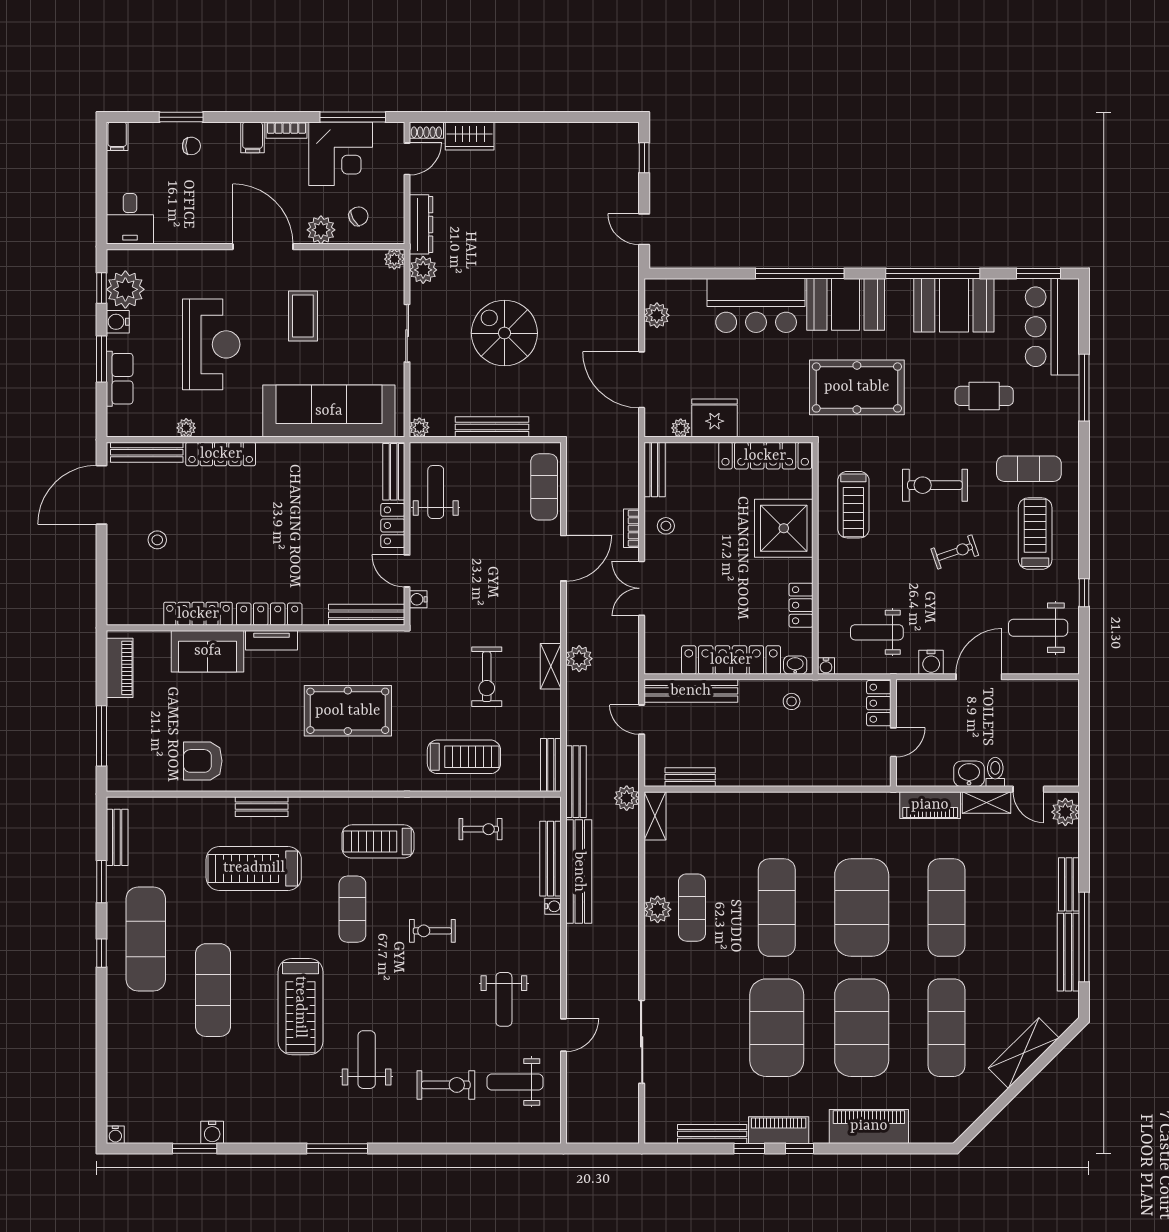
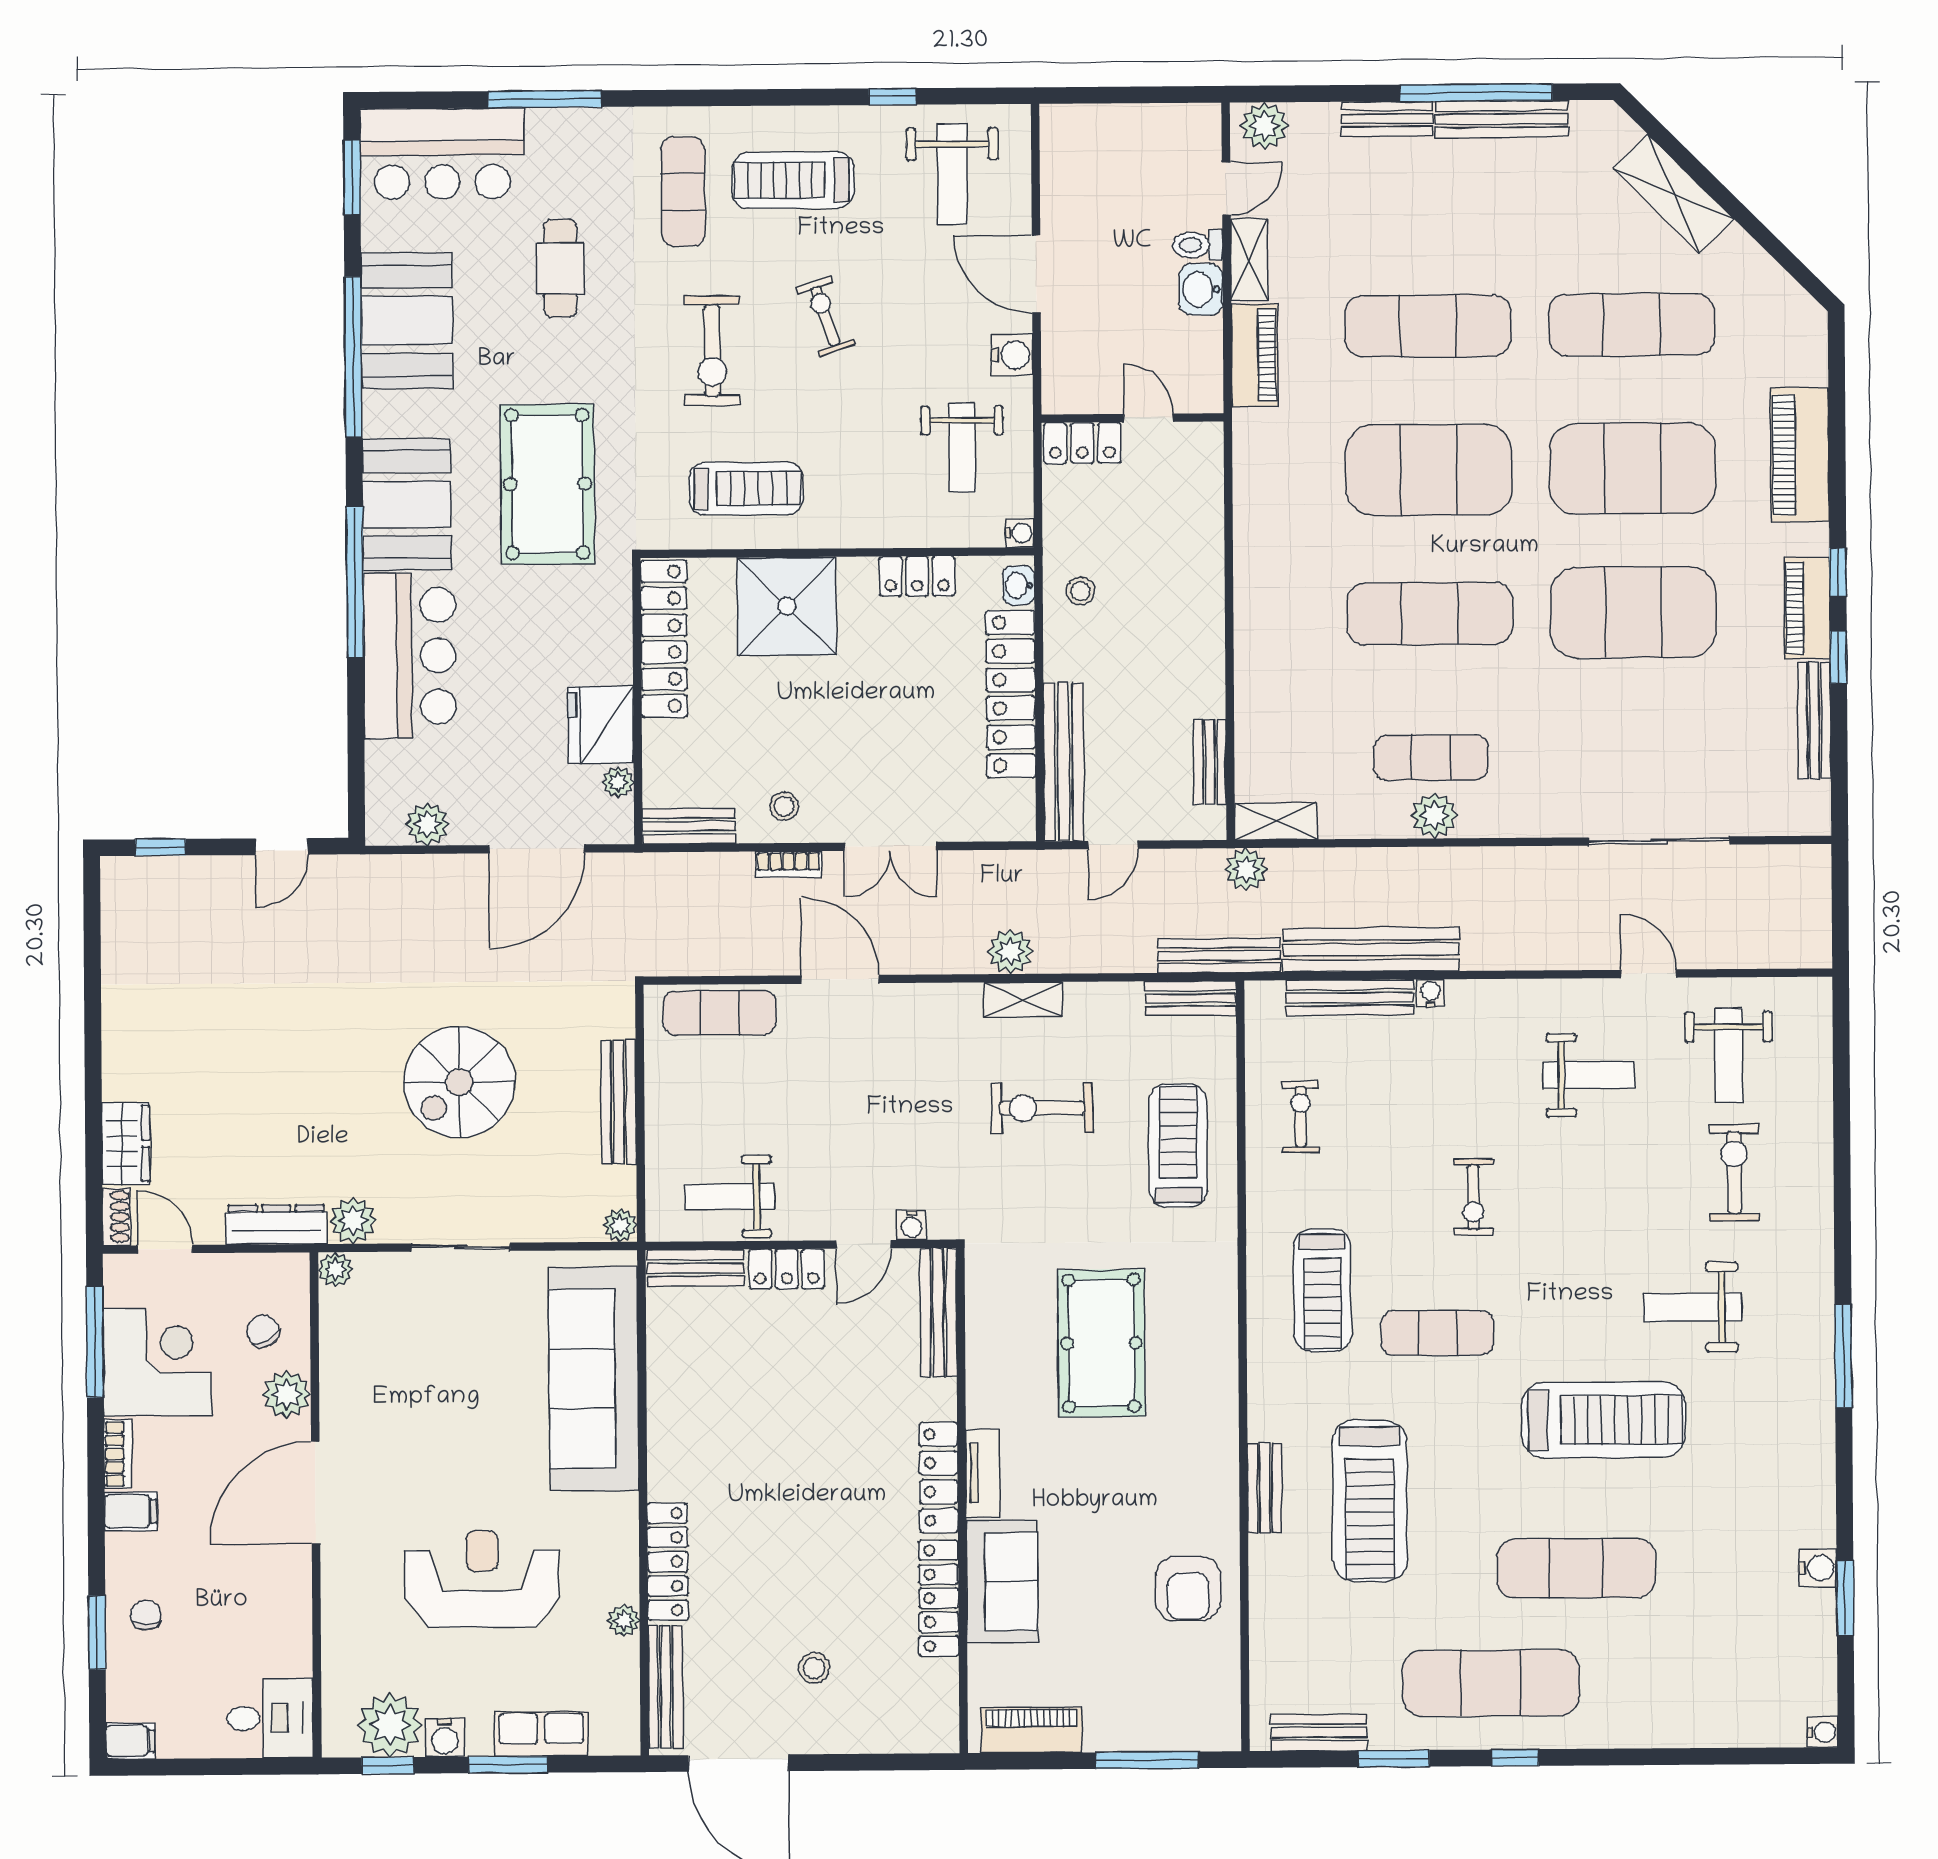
coffee table: (303, 316) -> (433, 1424), removed
exercise bike: (487, 677) -> (1042, 1108), turned 180

